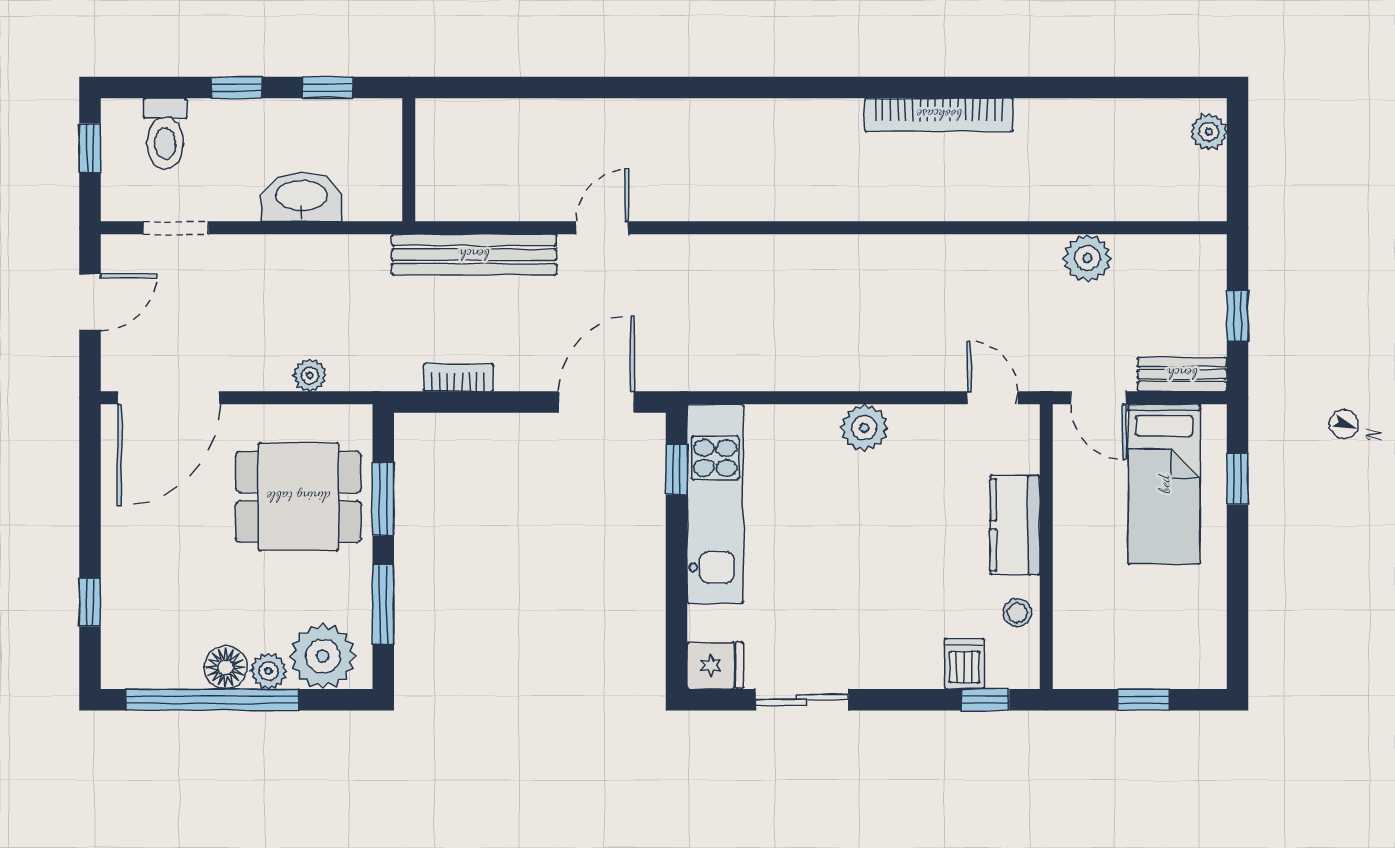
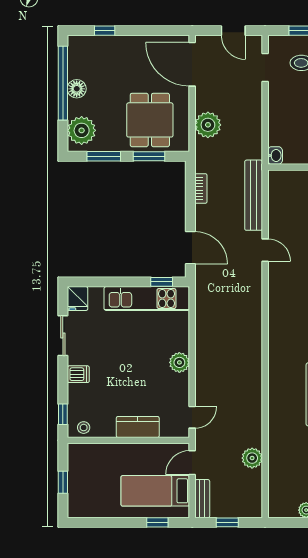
washbasin: (302, 197) -> (275, 155), moved, width x0.52, depth x0.69
plant: (310, 375) -> (208, 125), width x1.87, depth x1.87
stool: (1017, 613) -> (84, 428), moved
dishwasher: (964, 664) -> (78, 374), moved
plant: (269, 671) -> (75, 107), removed

